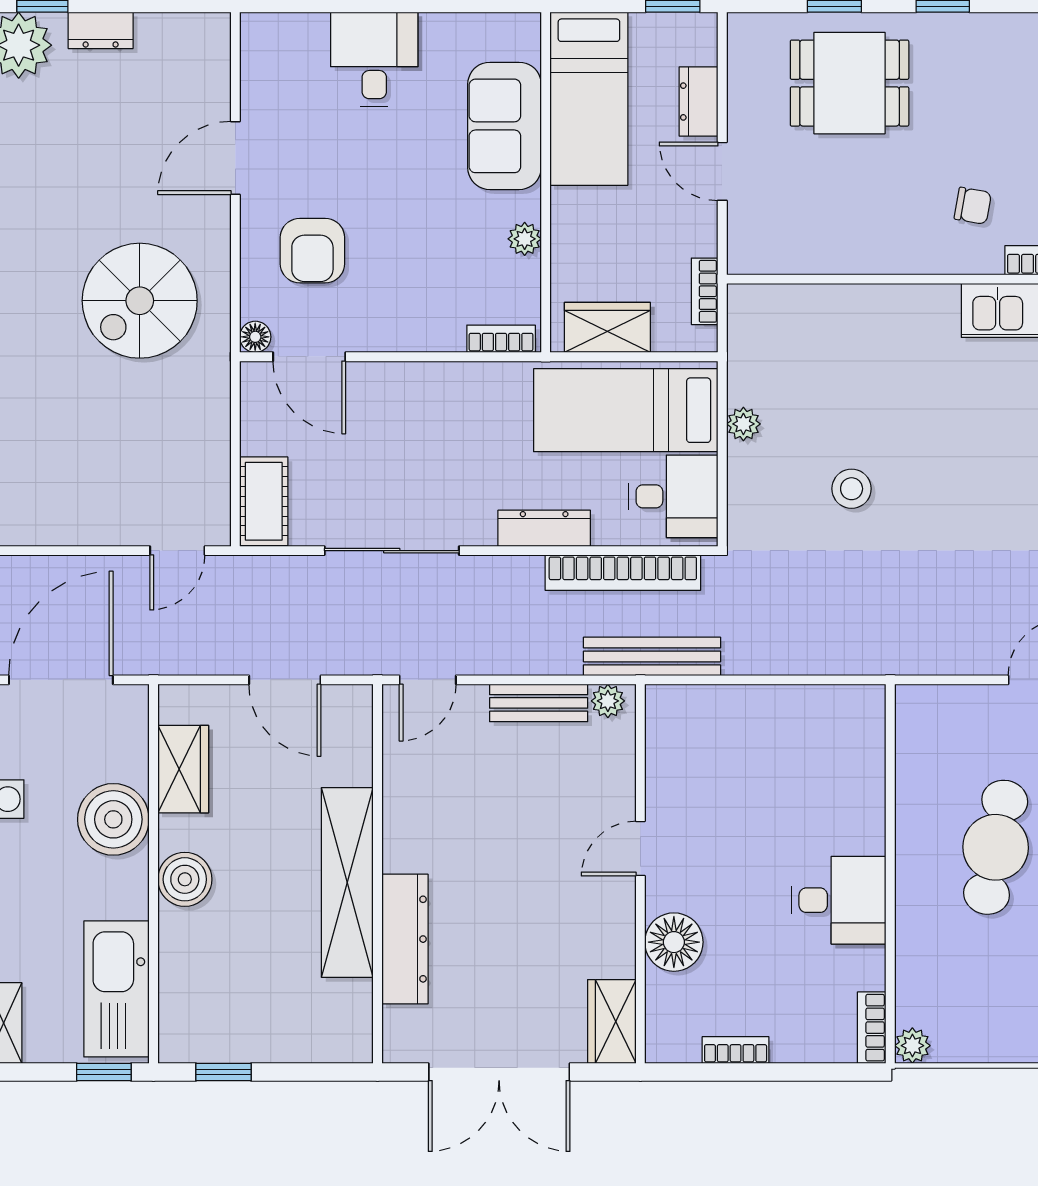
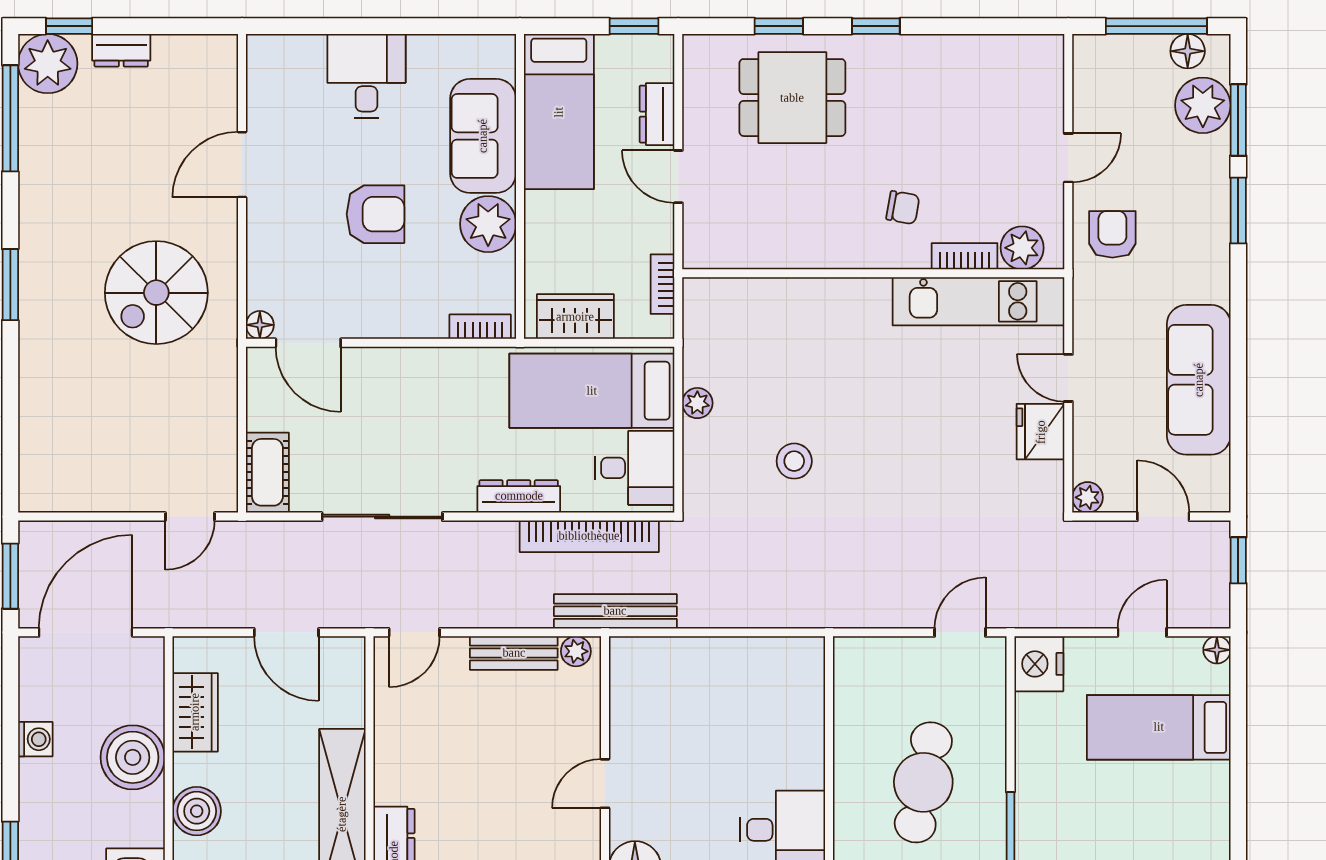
plant: (525, 239) -> (488, 224), width x1.87, depth x1.87
armchair: (312, 251) -> (375, 214), moved, turned -90

